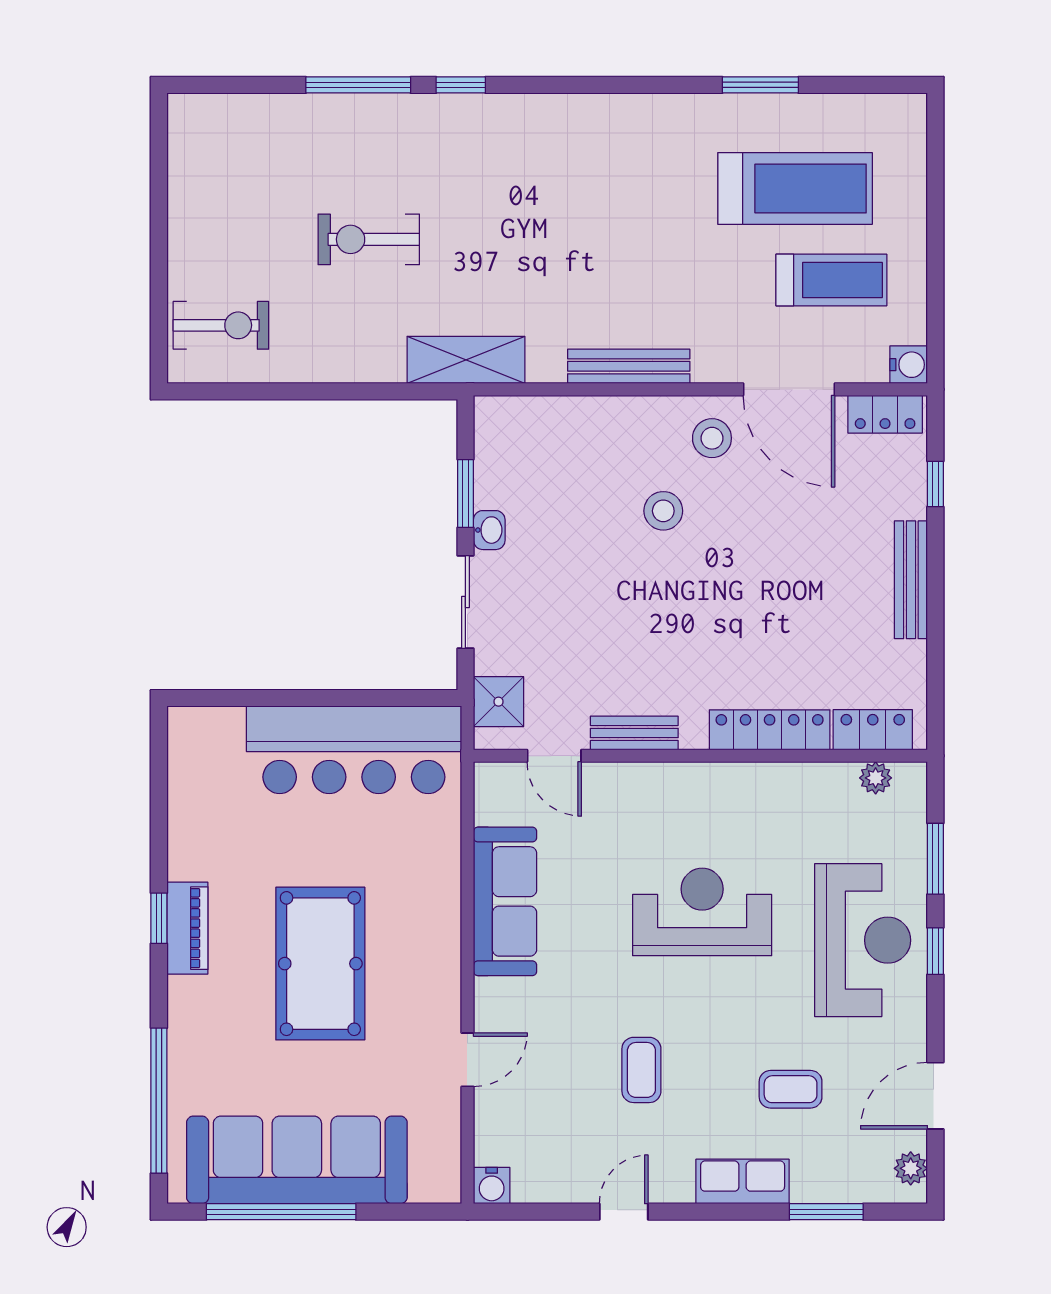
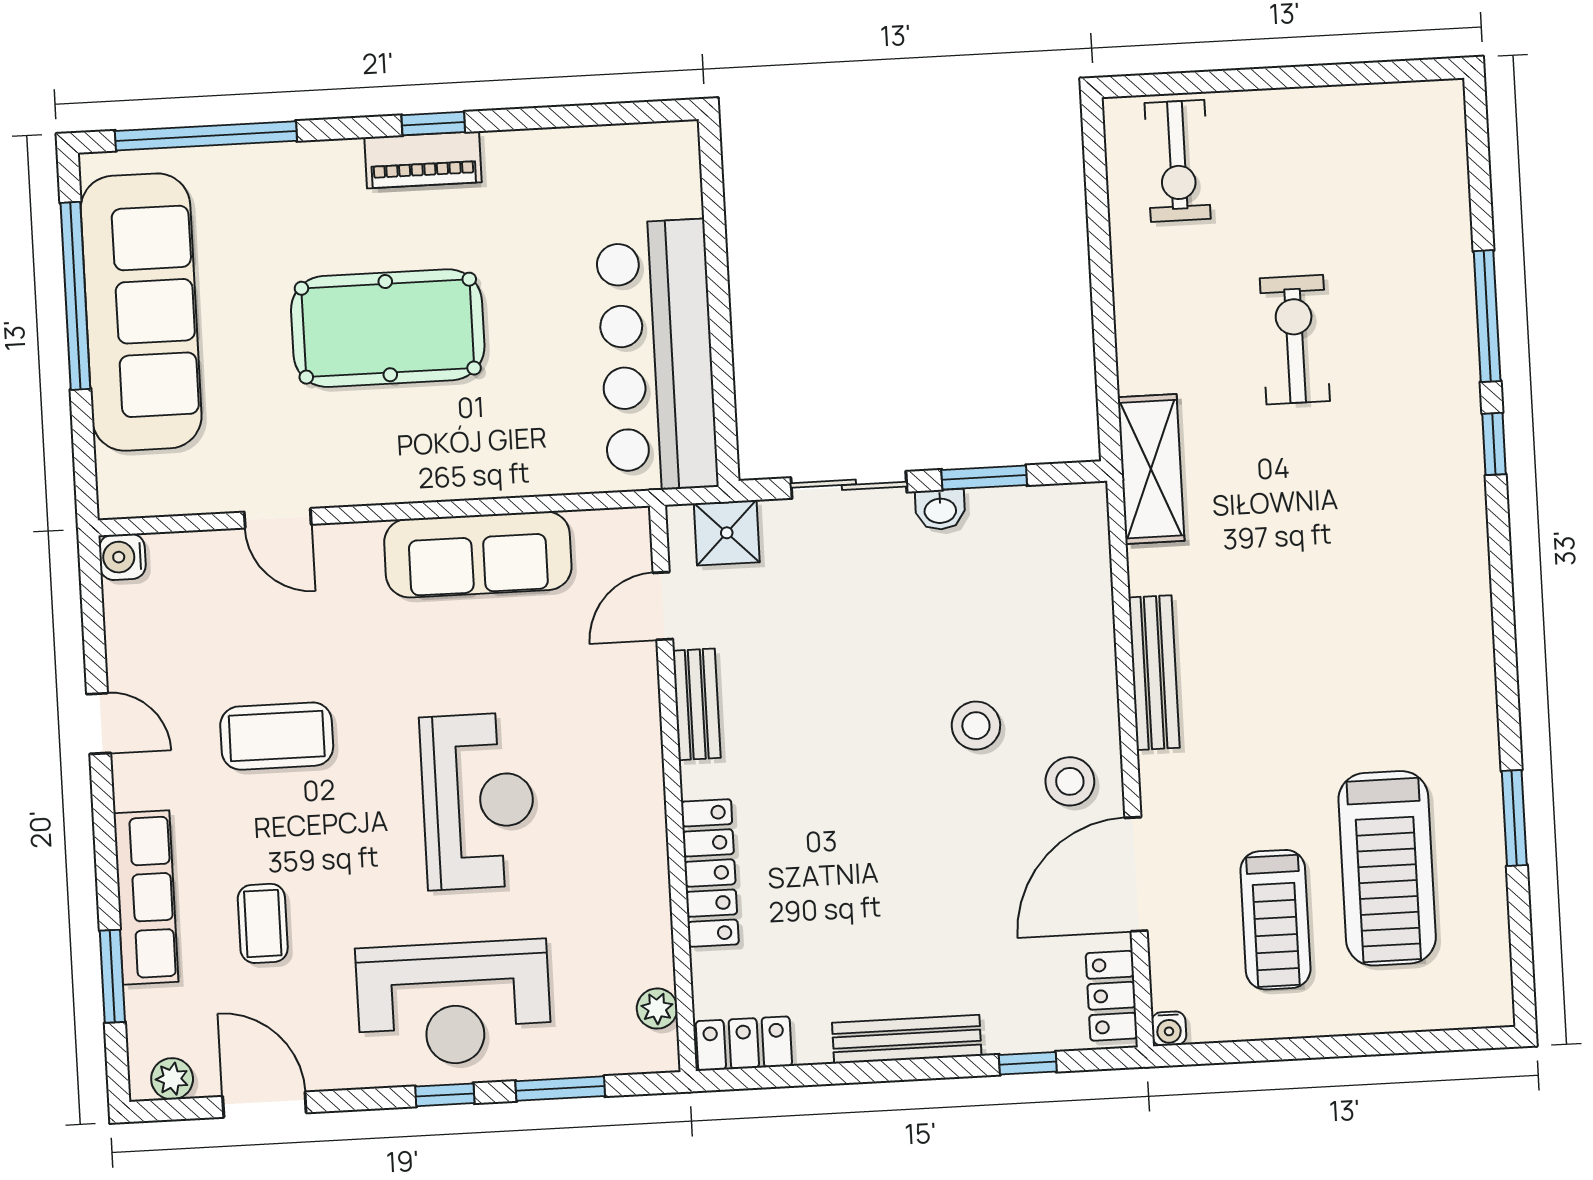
water cooler: (909, 365) -> (1169, 1029), width x0.72, depth x0.72
locker: (873, 730) -> (744, 1044), moved, turned -90
coffee table: (641, 1070) -> (277, 736), width x1.36, depth x1.30
row of seats: (743, 1181) -> (146, 898), width x1.48

